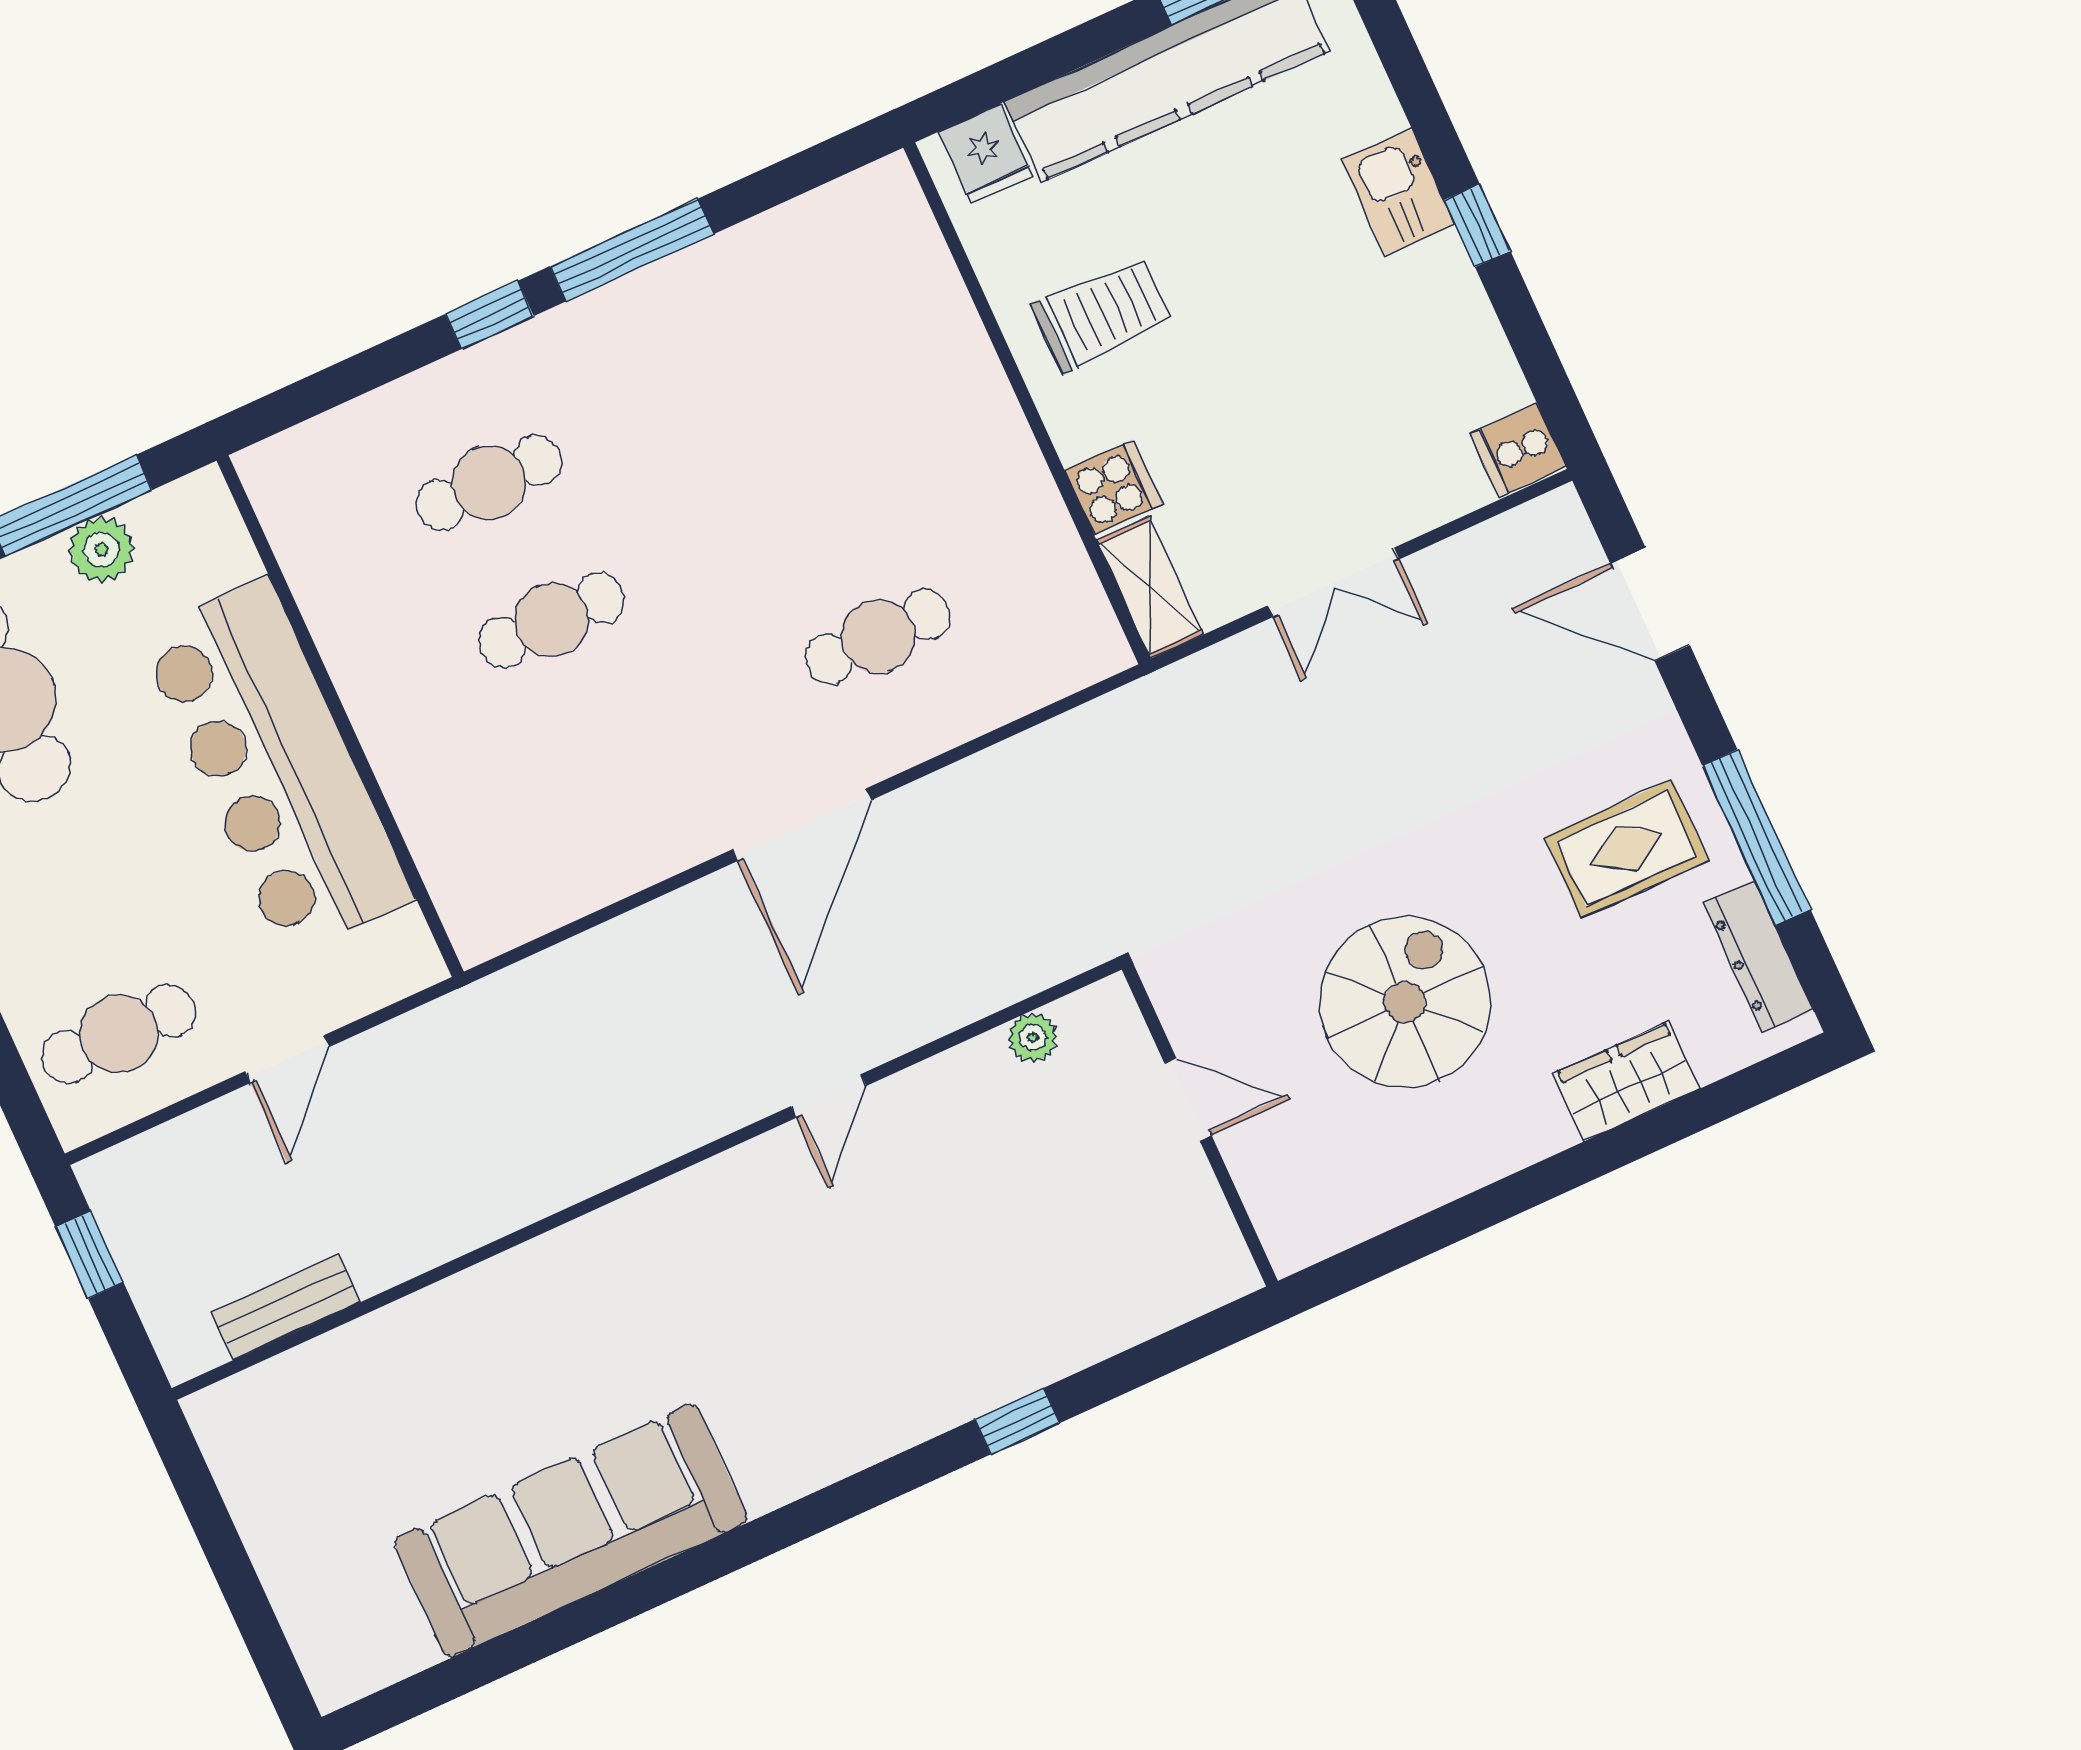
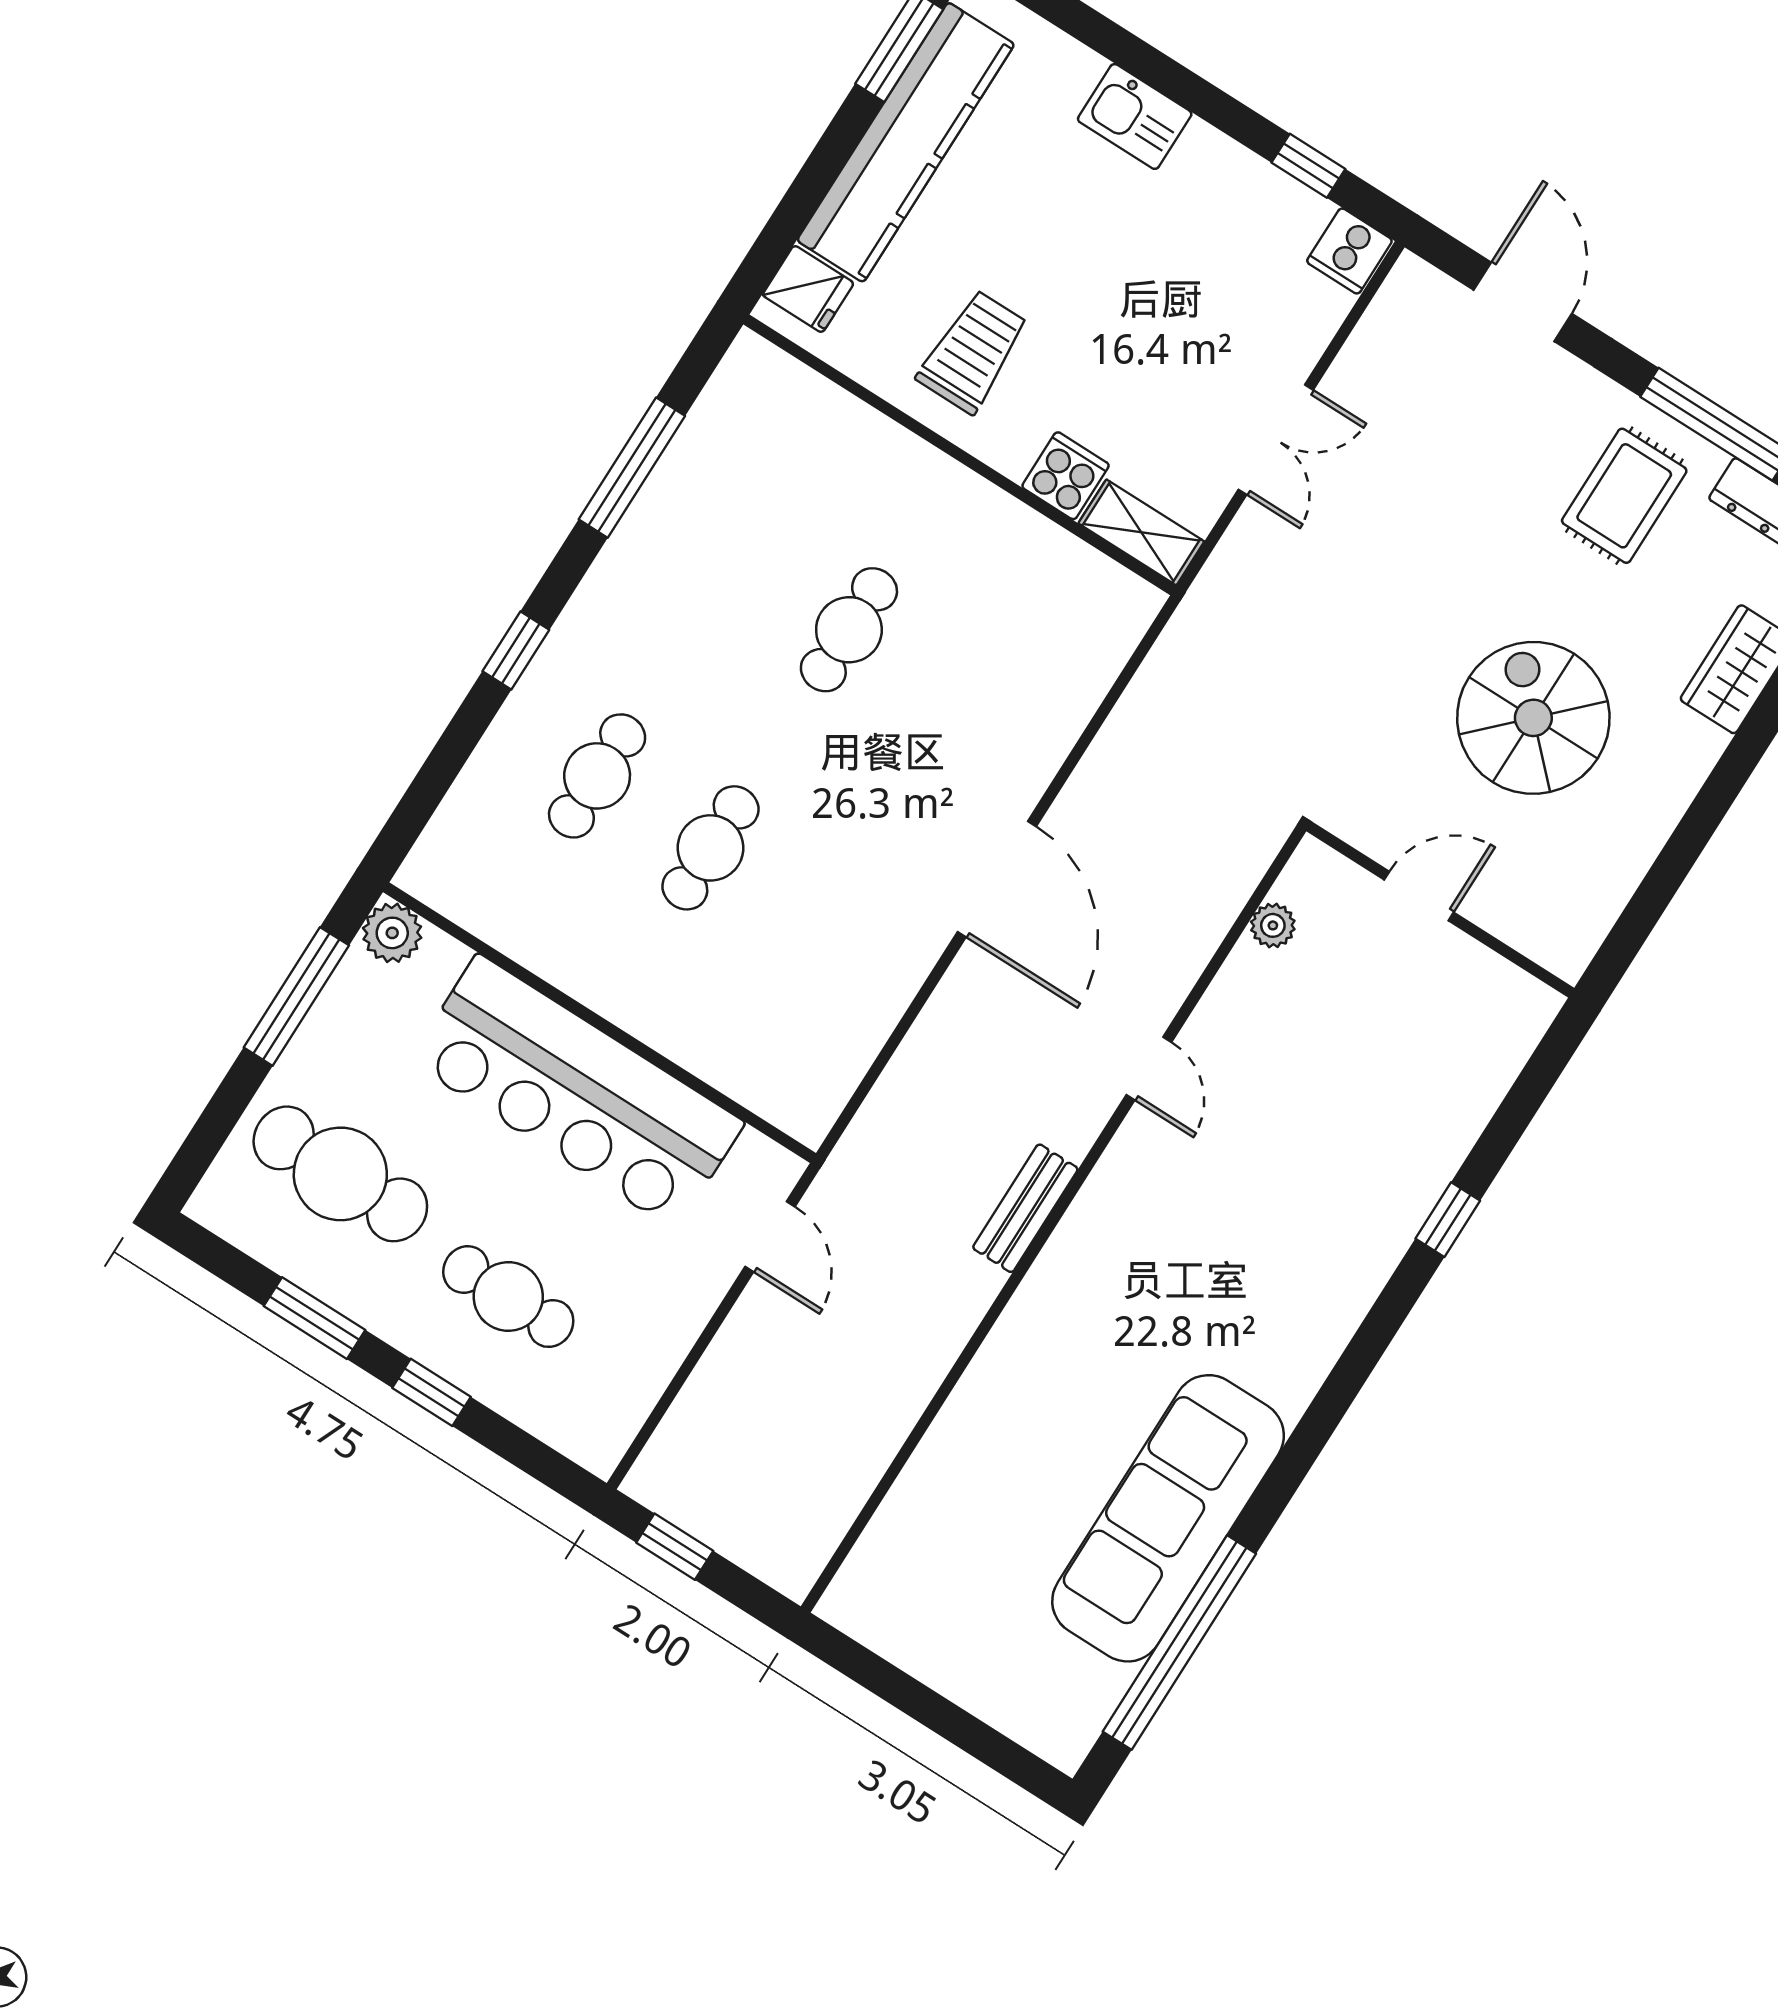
window: (1477, 225) -> (1308, 166), moved
window: (632, 250) -> (632, 468), moved
plant: (101, 550) -> (392, 933), moved
door: (1650, 604) -> (1523, 302), swing flipped
cafe table: (878, 637) -> (849, 630), moved
cafe table: (119, 1034) -> (508, 1297), moved, turned 90
door: (287, 1059) -> (770, 1237), moved
bench: (286, 1307) -> (1025, 1208), moved
window: (505, 1654) -> (1179, 1643), added

